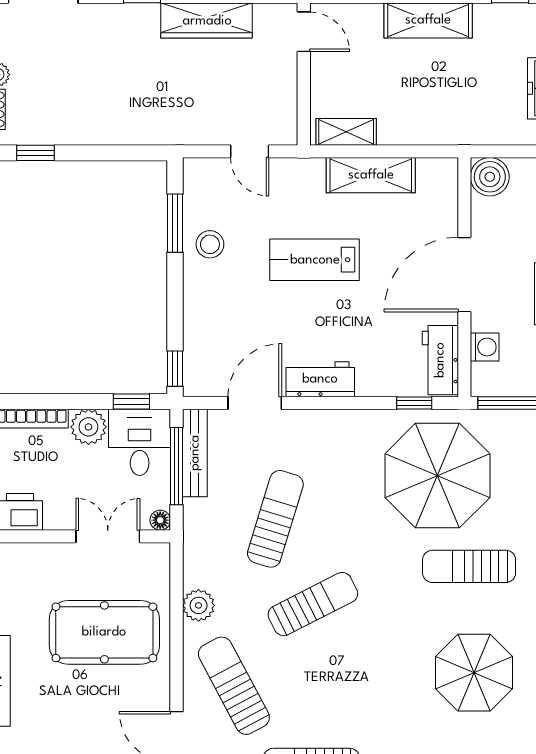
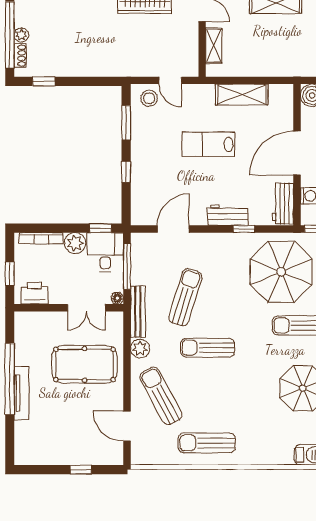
shelving: (346, 132) -> (214, 46), moved, turned 90
stool: (210, 244) -> (149, 98), moved
window: (175, 369) -> (126, 172), moved
workbench: (320, 379) -> (228, 215), moved
window: (414, 403) -> (244, 229), moved
bench: (195, 453) -> (138, 312), moved
double door: (108, 536) -> (86, 308), swing flipped
sun lounger: (313, 604) -> (208, 348), turned -153

